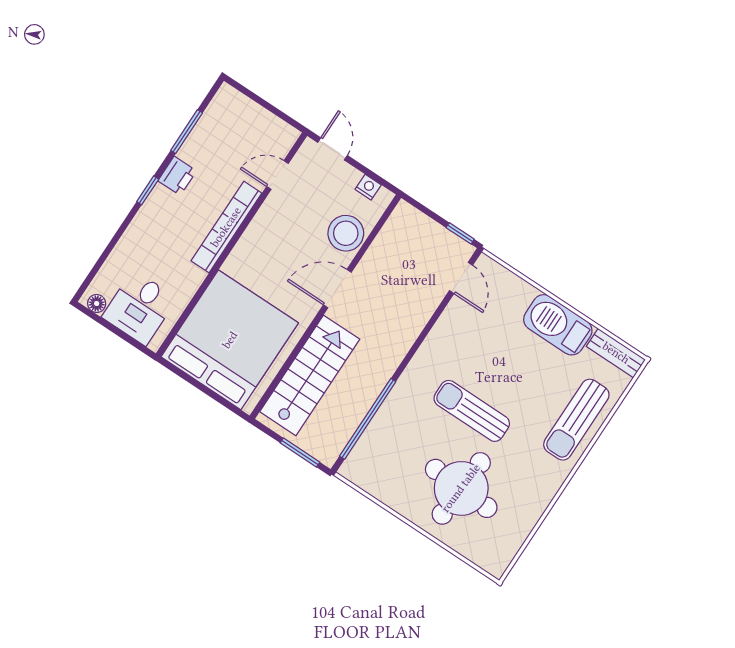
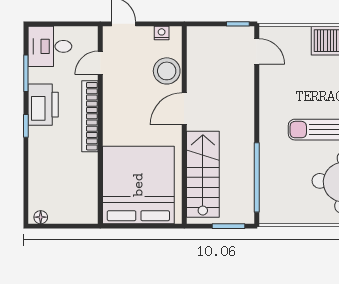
printer: (177, 176) -> (43, 105), width x1.87, depth x1.48
desk: (140, 308) -> (50, 46), moved, turned 90

